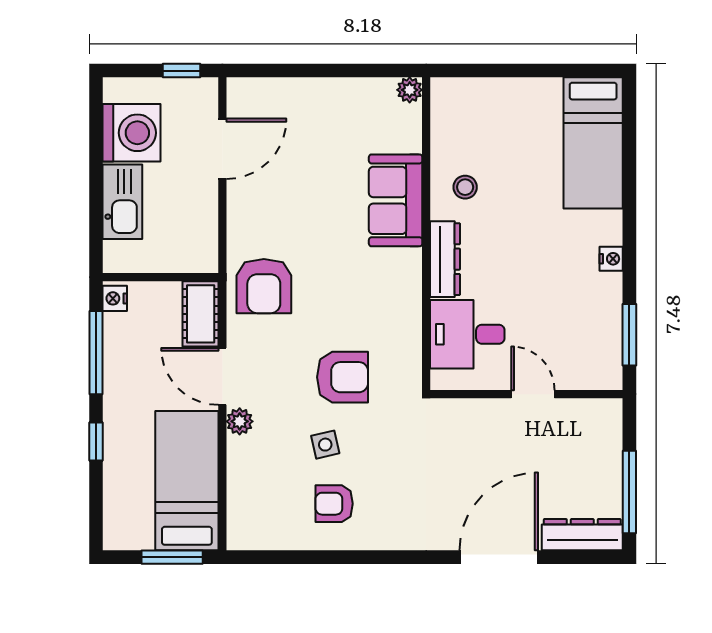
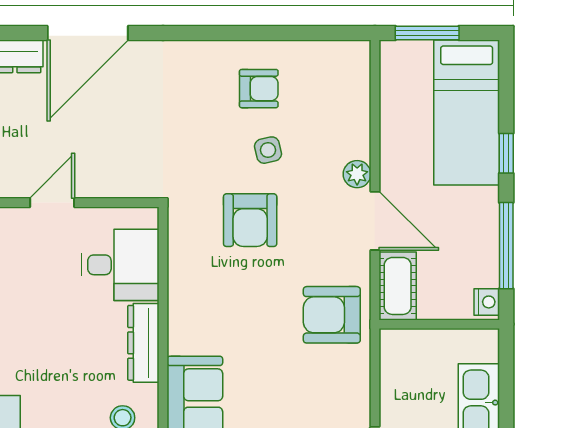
armchair: (264, 286) -> (332, 315), turned -90
armchair: (342, 377) -> (250, 220), turned -90
door: (533, 394) -> (52, 203), swing flipped
bed: (187, 481) -> (467, 113), moved

